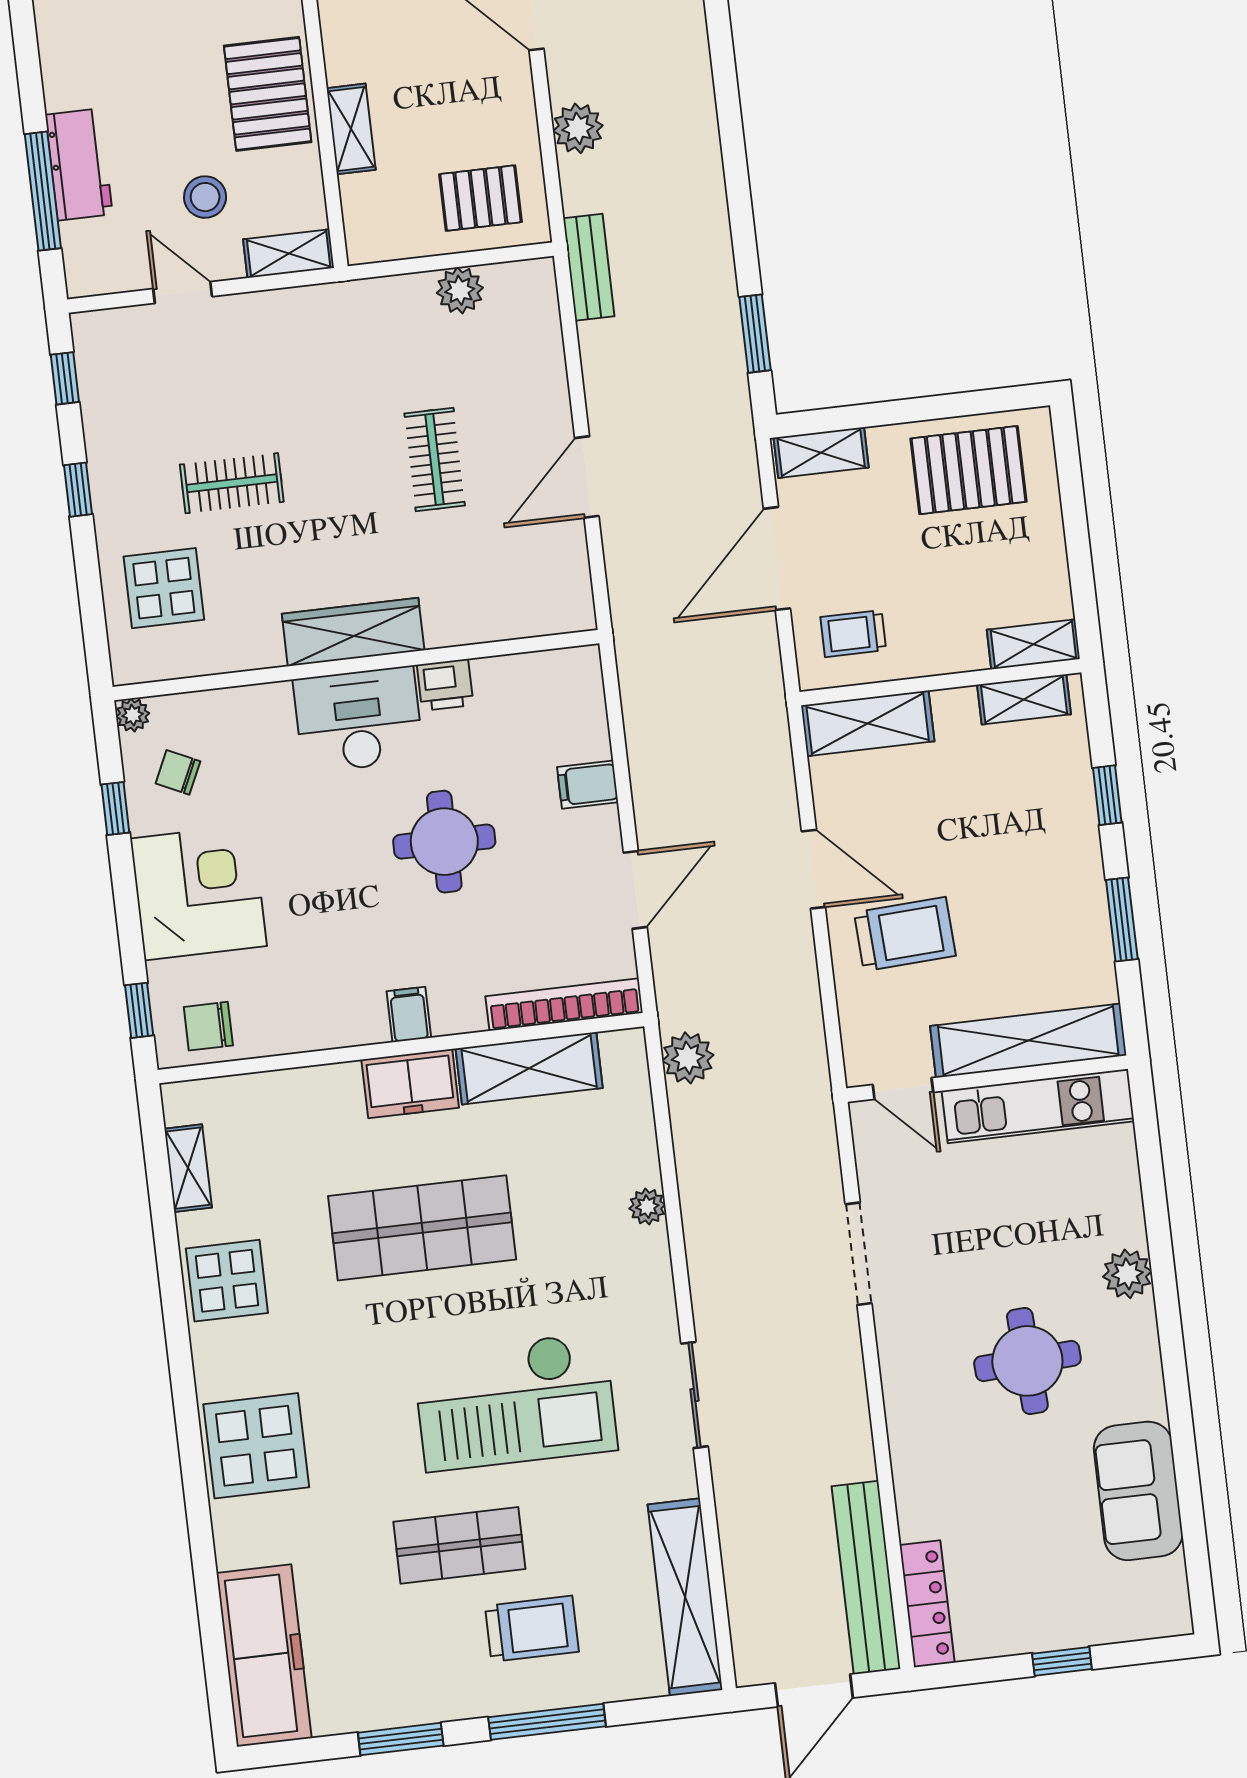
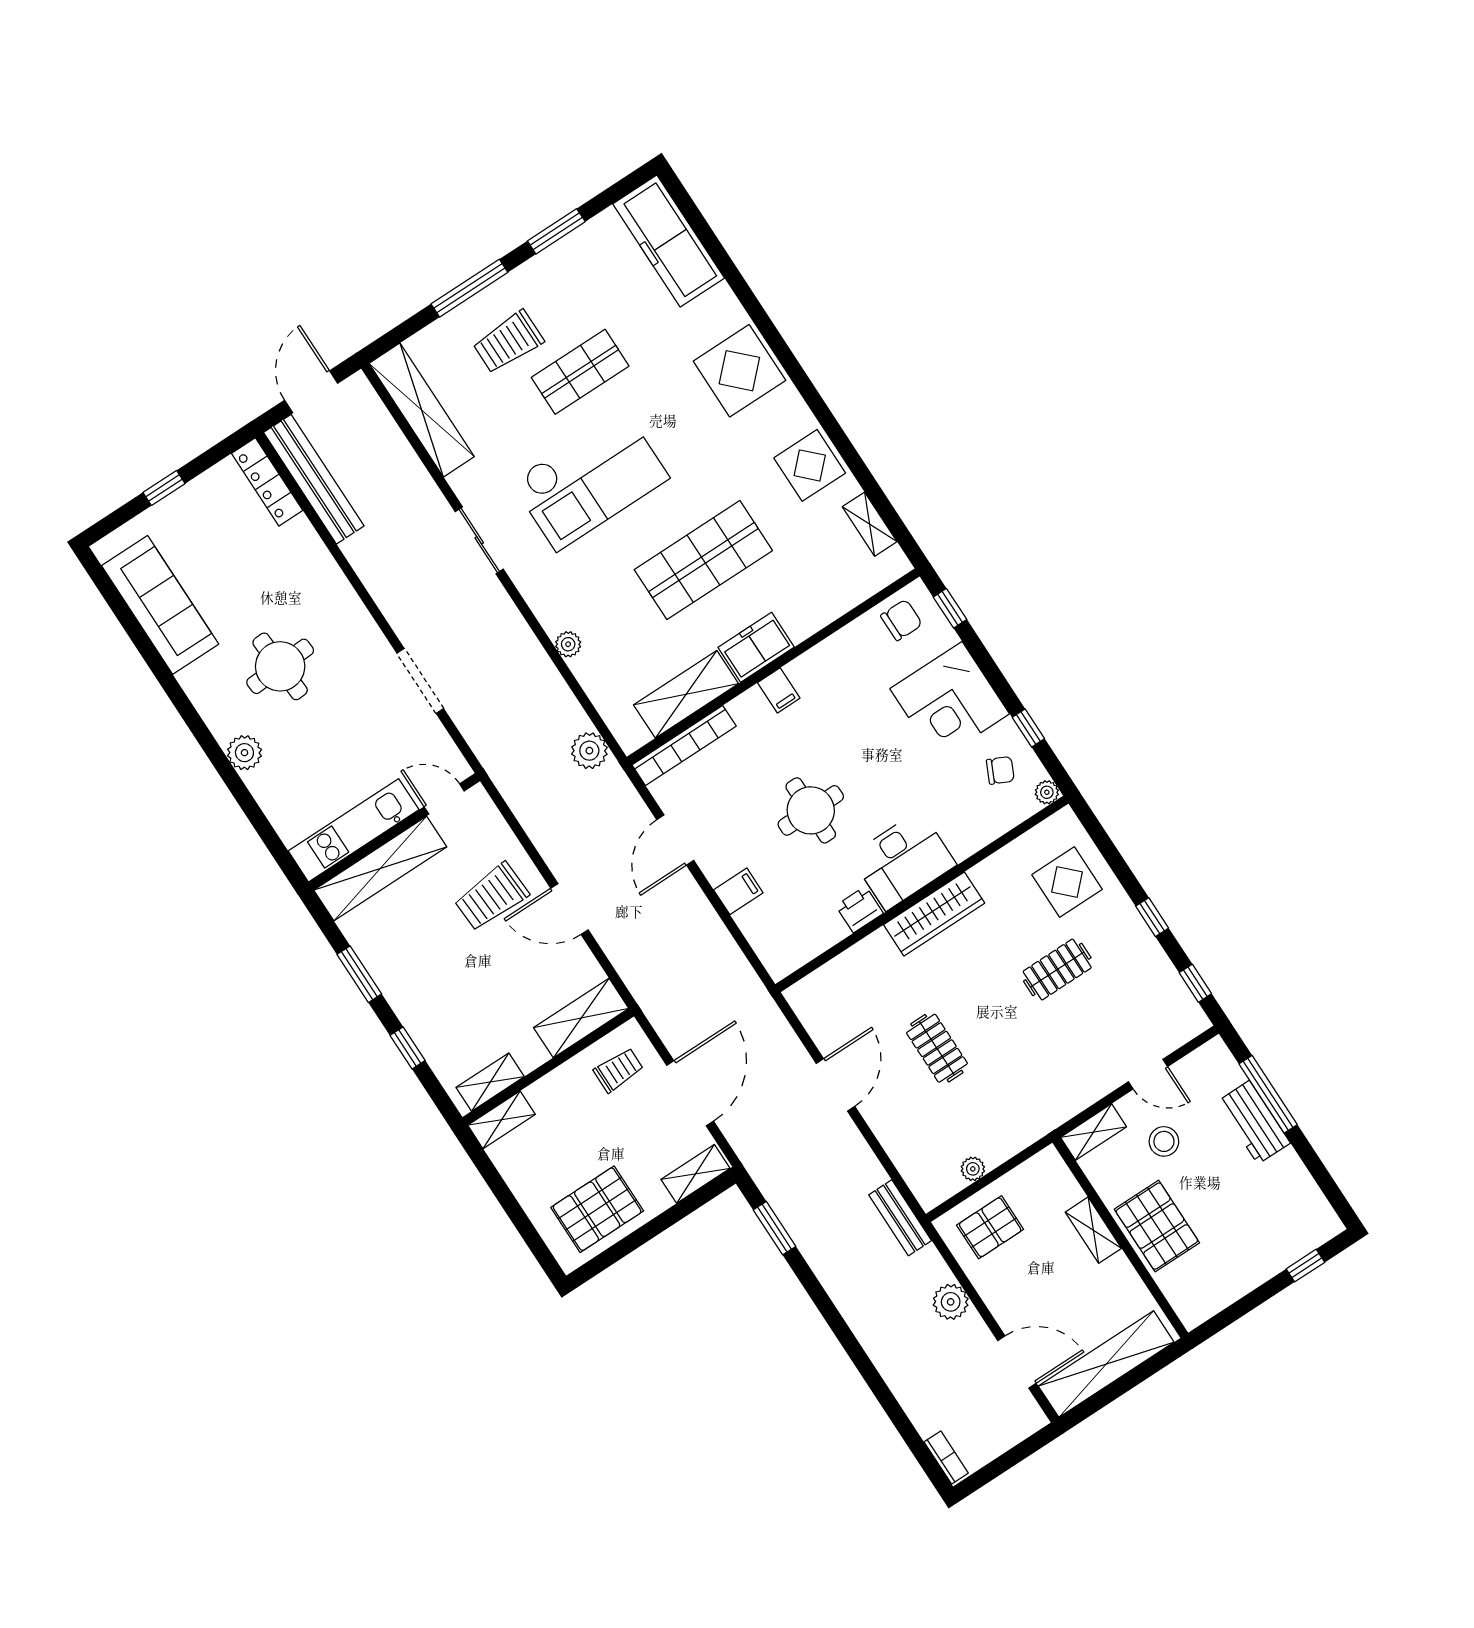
plant: (460, 290) -> (973, 1169), width x0.73, depth x0.73
checkout: (515, 1402) -> (590, 480), turned 180
sofa: (1138, 1491) -> (160, 605), width x1.36

